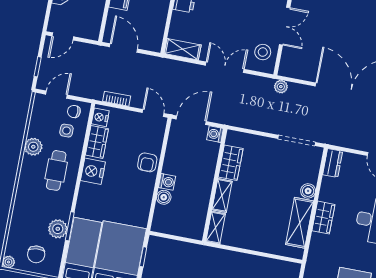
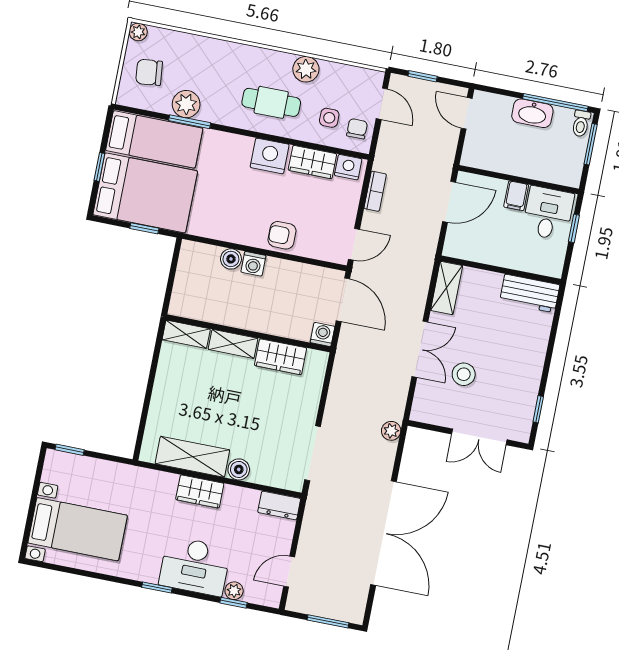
stool: (263, 52) -> (464, 374), moved

